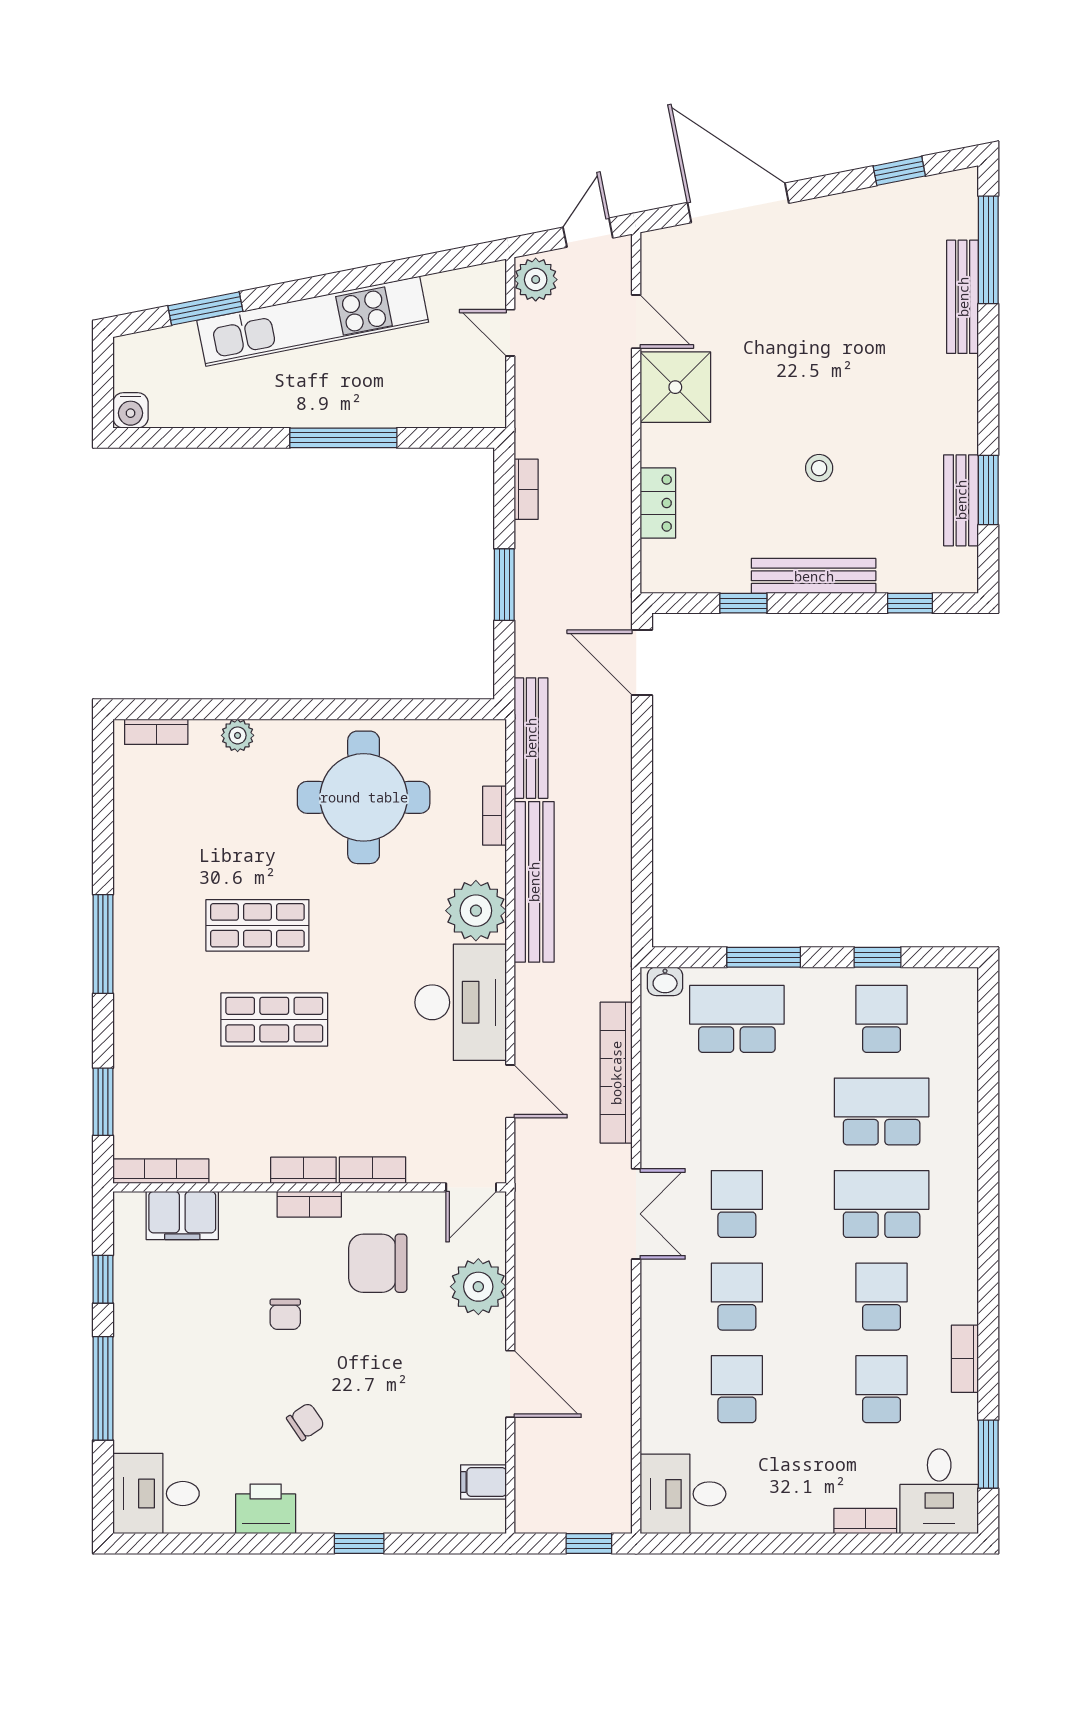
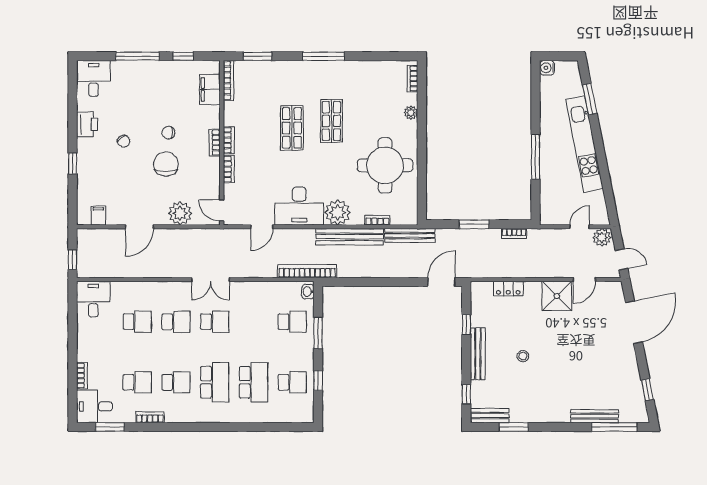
bench: (961, 500) -> (490, 416), moved
school desk: (737, 1019) -> (292, 322), width x0.54
bookcase: (616, 1073) -> (307, 271), moved
chair: (378, 1263) -> (166, 164), moved

